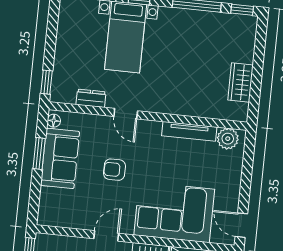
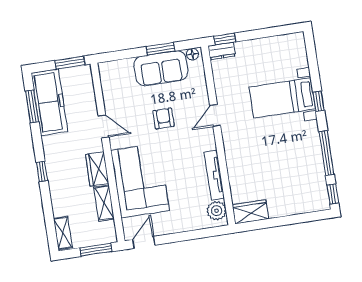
wardrobe: (241, 82) -> (250, 212), moved
dresser: (91, 98) -> (222, 51), moved, turned 90

